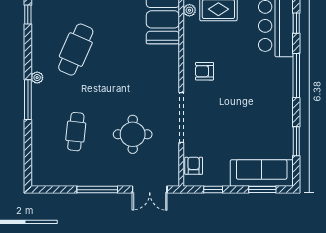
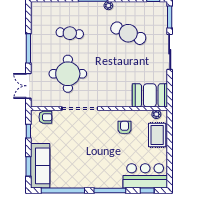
armchair: (205, 71) -> (125, 128), moved
round table: (133, 134) -> (68, 74), width x1.36, depth x1.36
window: (296, 141) -> (63, 191), width x2.11

